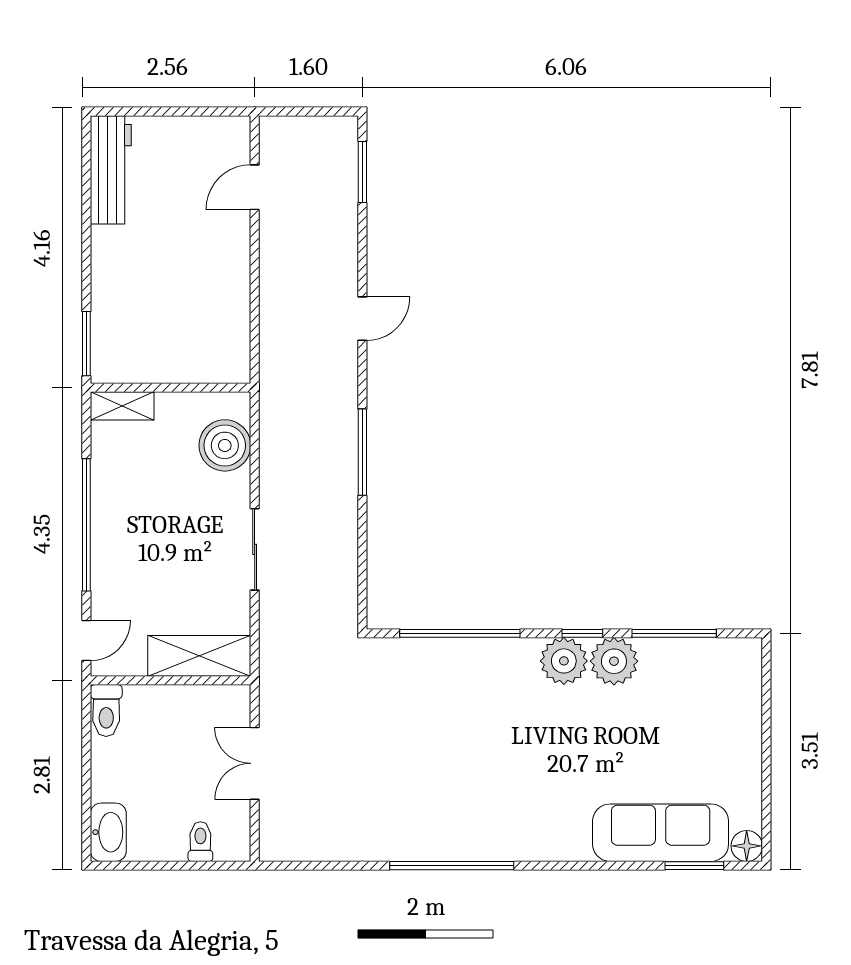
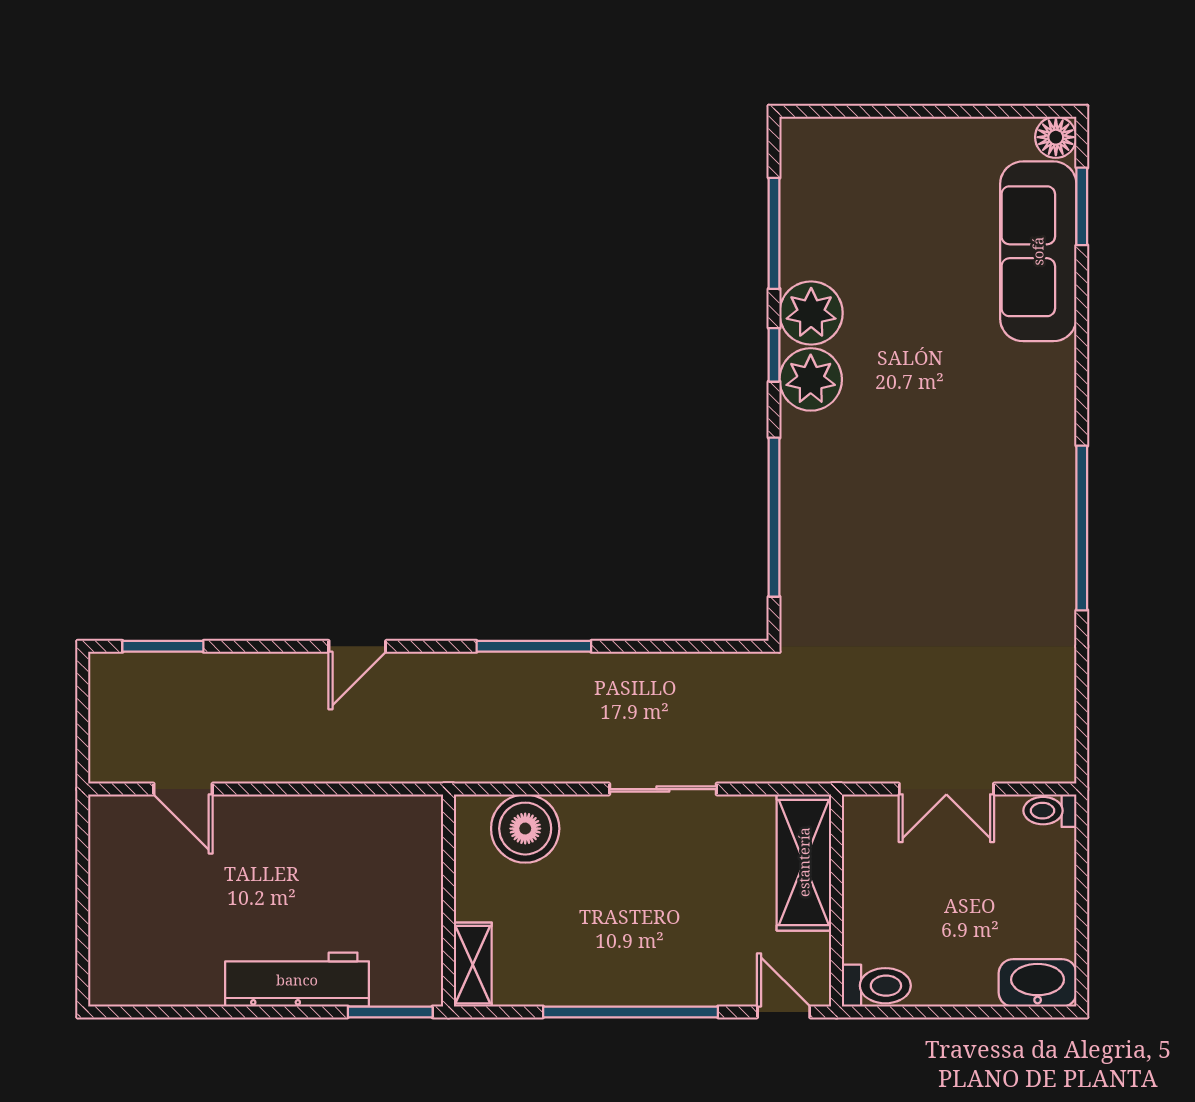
workbench: (111, 170) -> (297, 980), moved
door: (362, 319) -> (357, 646), swing flipped
toilet: (200, 842) -> (1050, 811), moved

